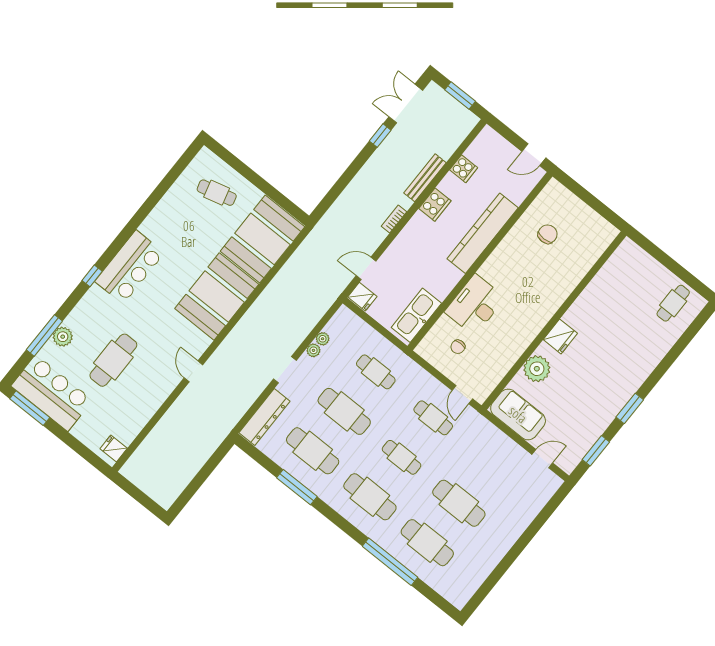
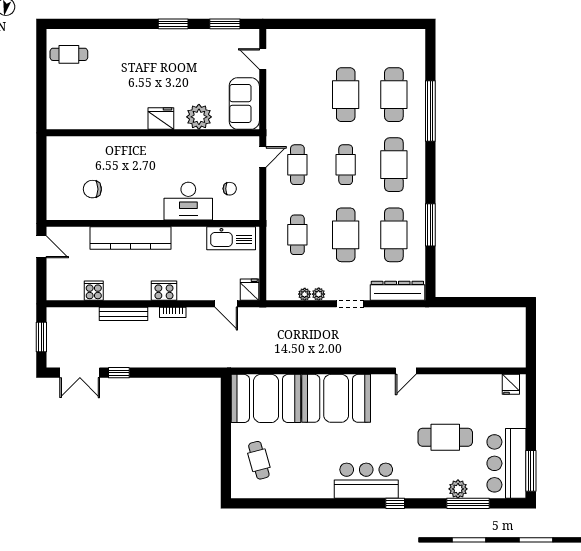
cooker: (435, 205) -> (164, 291), moved

